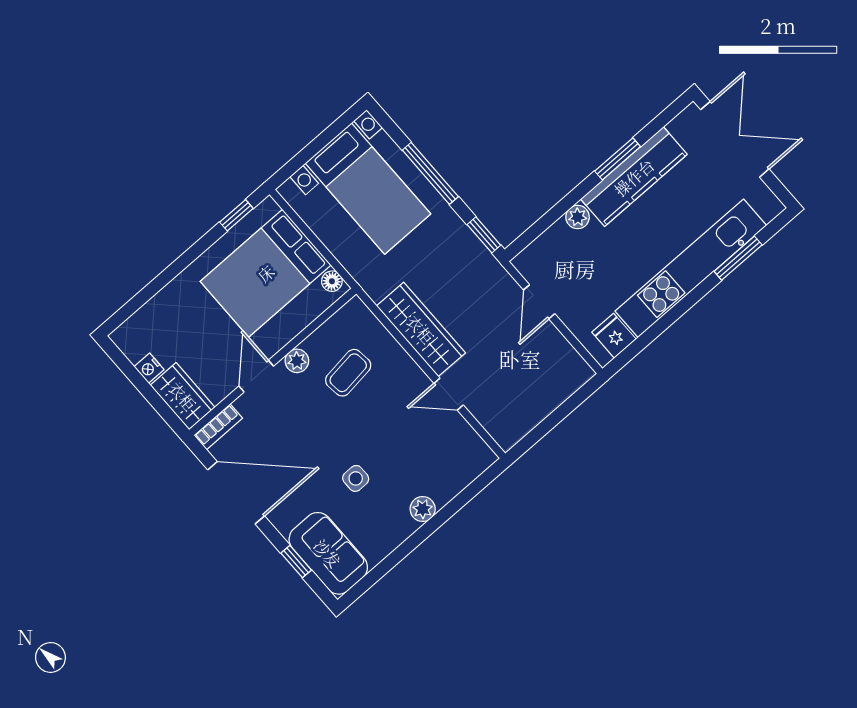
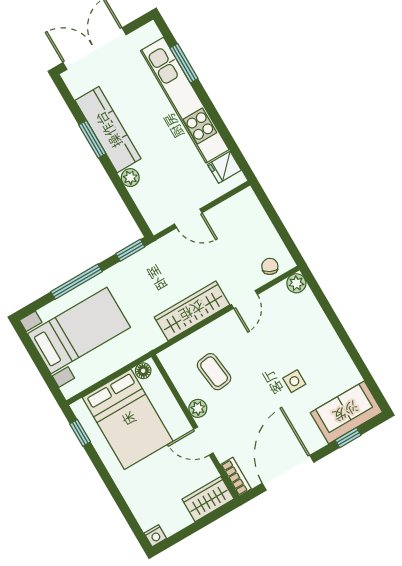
nightstand: (149, 368) -> (155, 536), moved
chair: (497, 419) -> (270, 266), added
plant: (423, 509) -> (296, 283), moved

